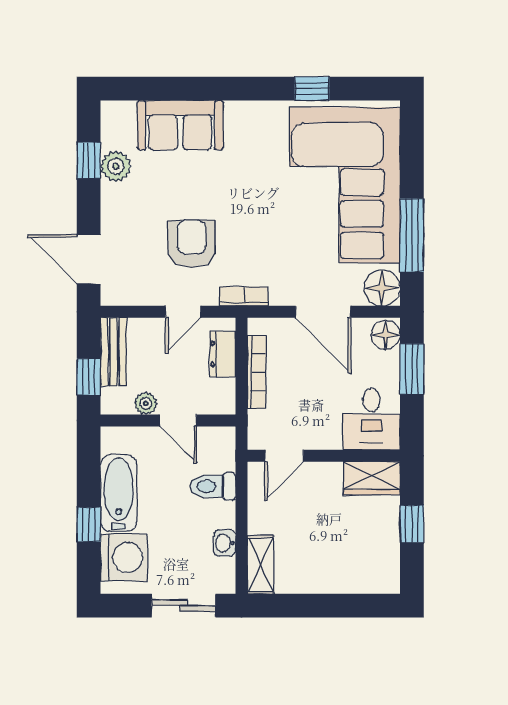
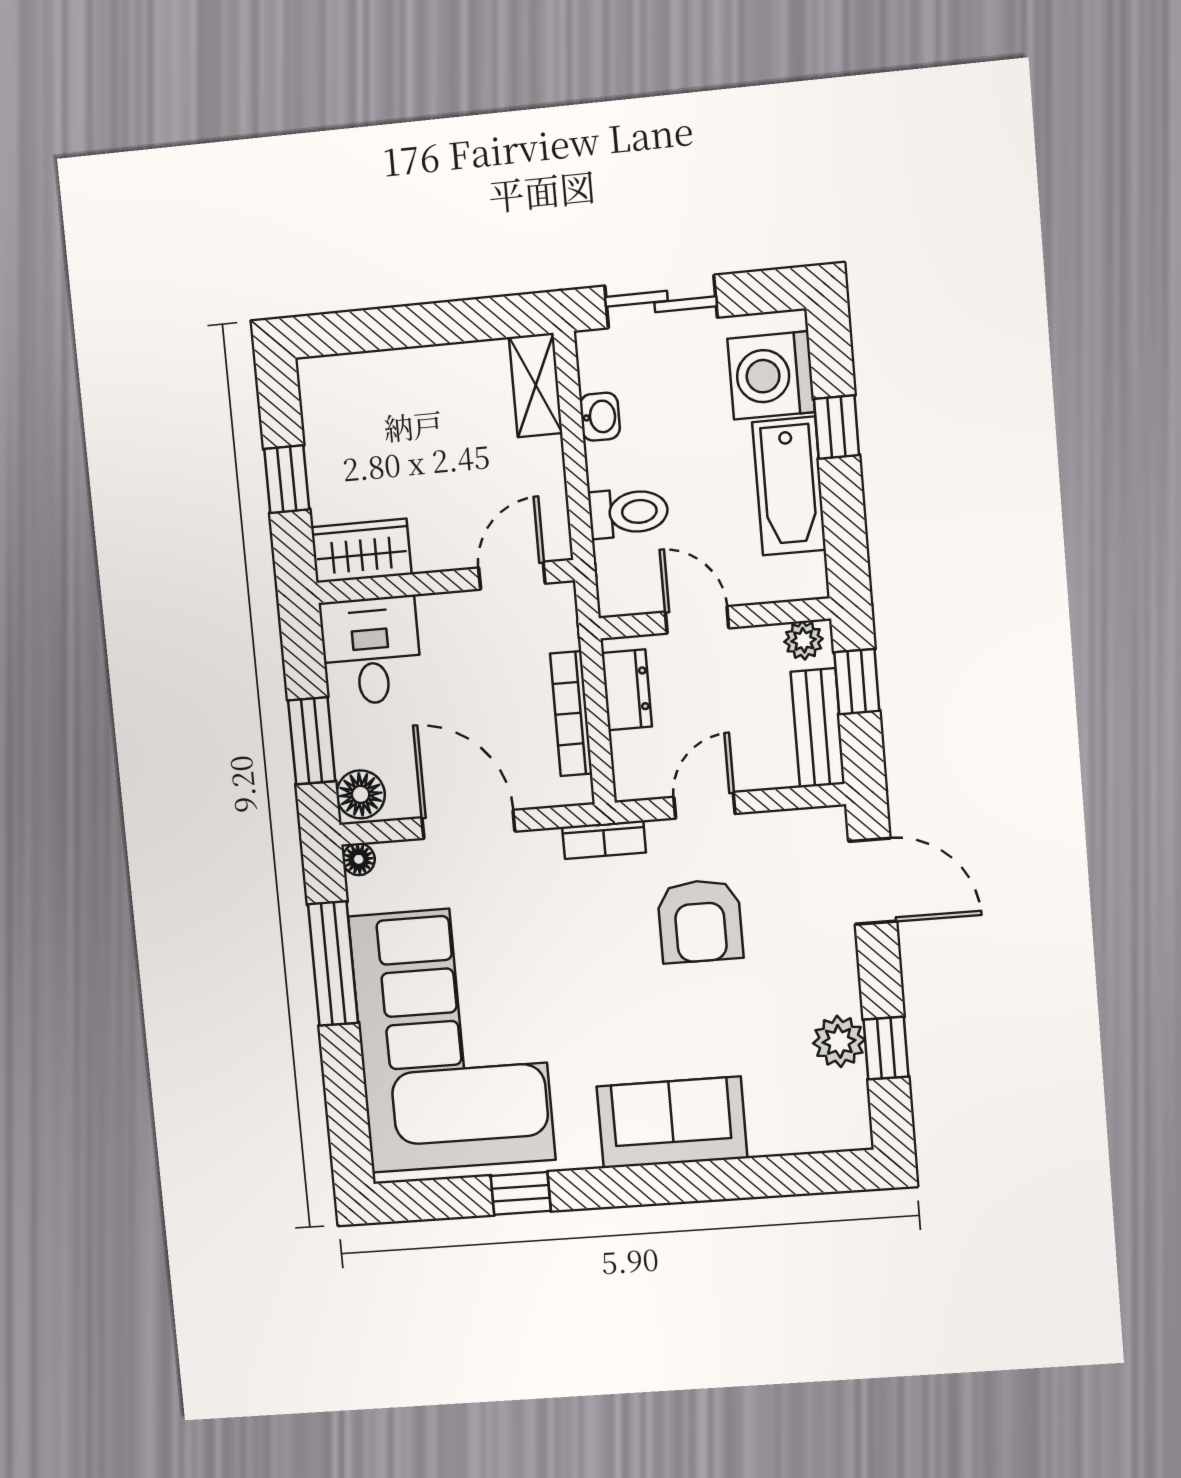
sofa: (180, 125) -> (672, 1122), moved
floor lamp: (382, 288) -> (359, 859), width x0.53, depth x0.53
dresser: (223, 354) -> (627, 690), moved
plant: (146, 403) -> (804, 640), moved

